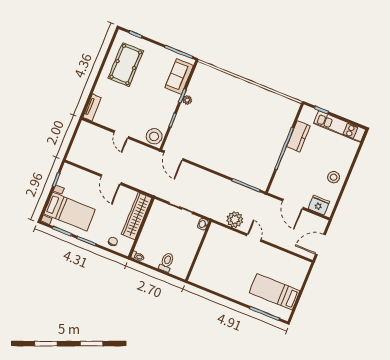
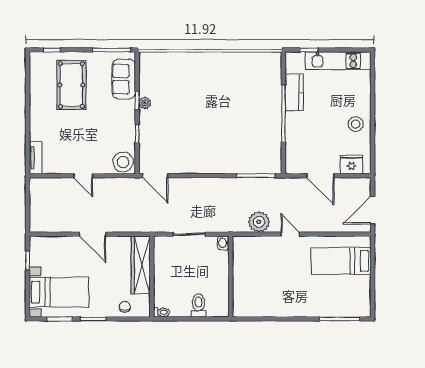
pool table: (126, 65) -> (71, 85), moved
bed: (275, 292) -> (341, 261), moved

